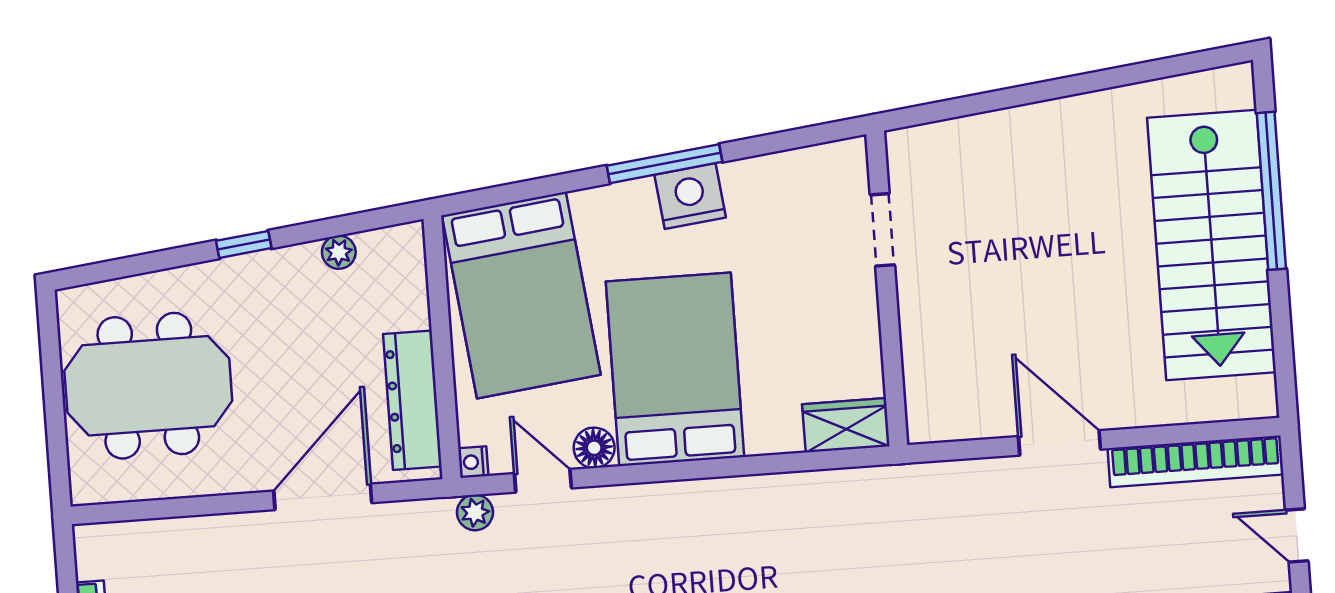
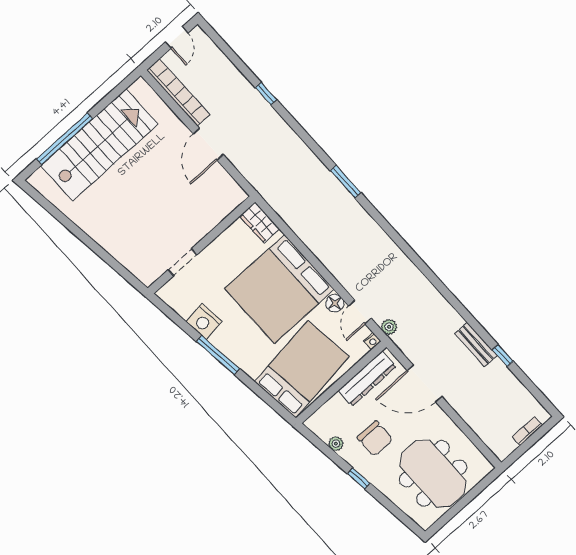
nightstand: (690, 196) -> (204, 322), moved
chair: (293, 330) -> (375, 439), added
bed: (675, 369) -> (279, 289), width x1.36

